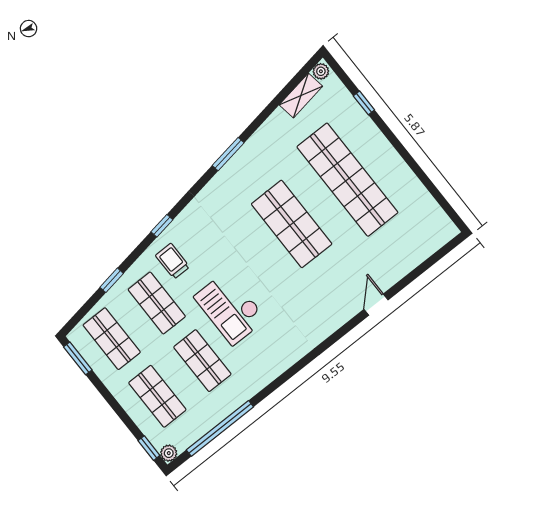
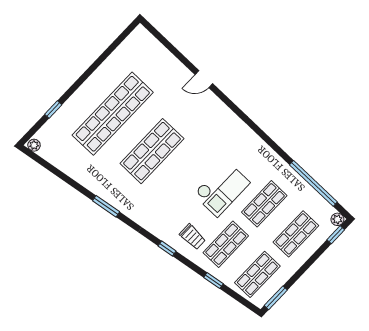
shelving: (301, 96) -> (54, 158), removed
trolley: (173, 261) -> (193, 237), turned -90

